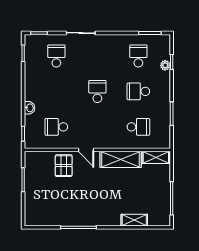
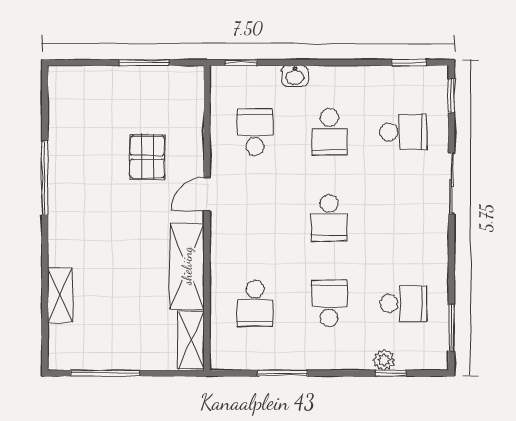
school desk: (56, 91) -> (329, 132), added
school desk: (97, 91) -> (329, 218), turned 90
pallet: (64, 166) -> (147, 157), moved, turned 90

